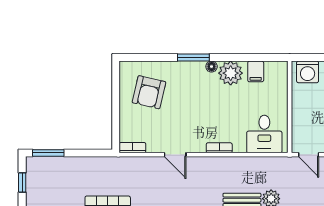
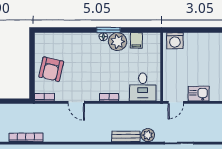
window: (193, 58) -> (108, 30), moved
armchair: (149, 92) -> (51, 69), moved
door: (309, 155) -> (176, 102), hinge flipped

